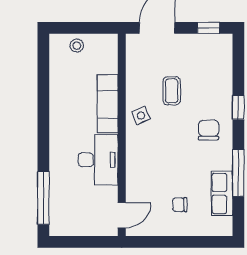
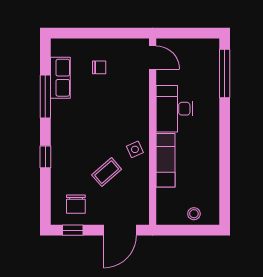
coffee table: (172, 91) -> (107, 172), turned 49
chair: (209, 130) -> (76, 204), moved
door: (122, 215) -> (153, 58), swing flipped

